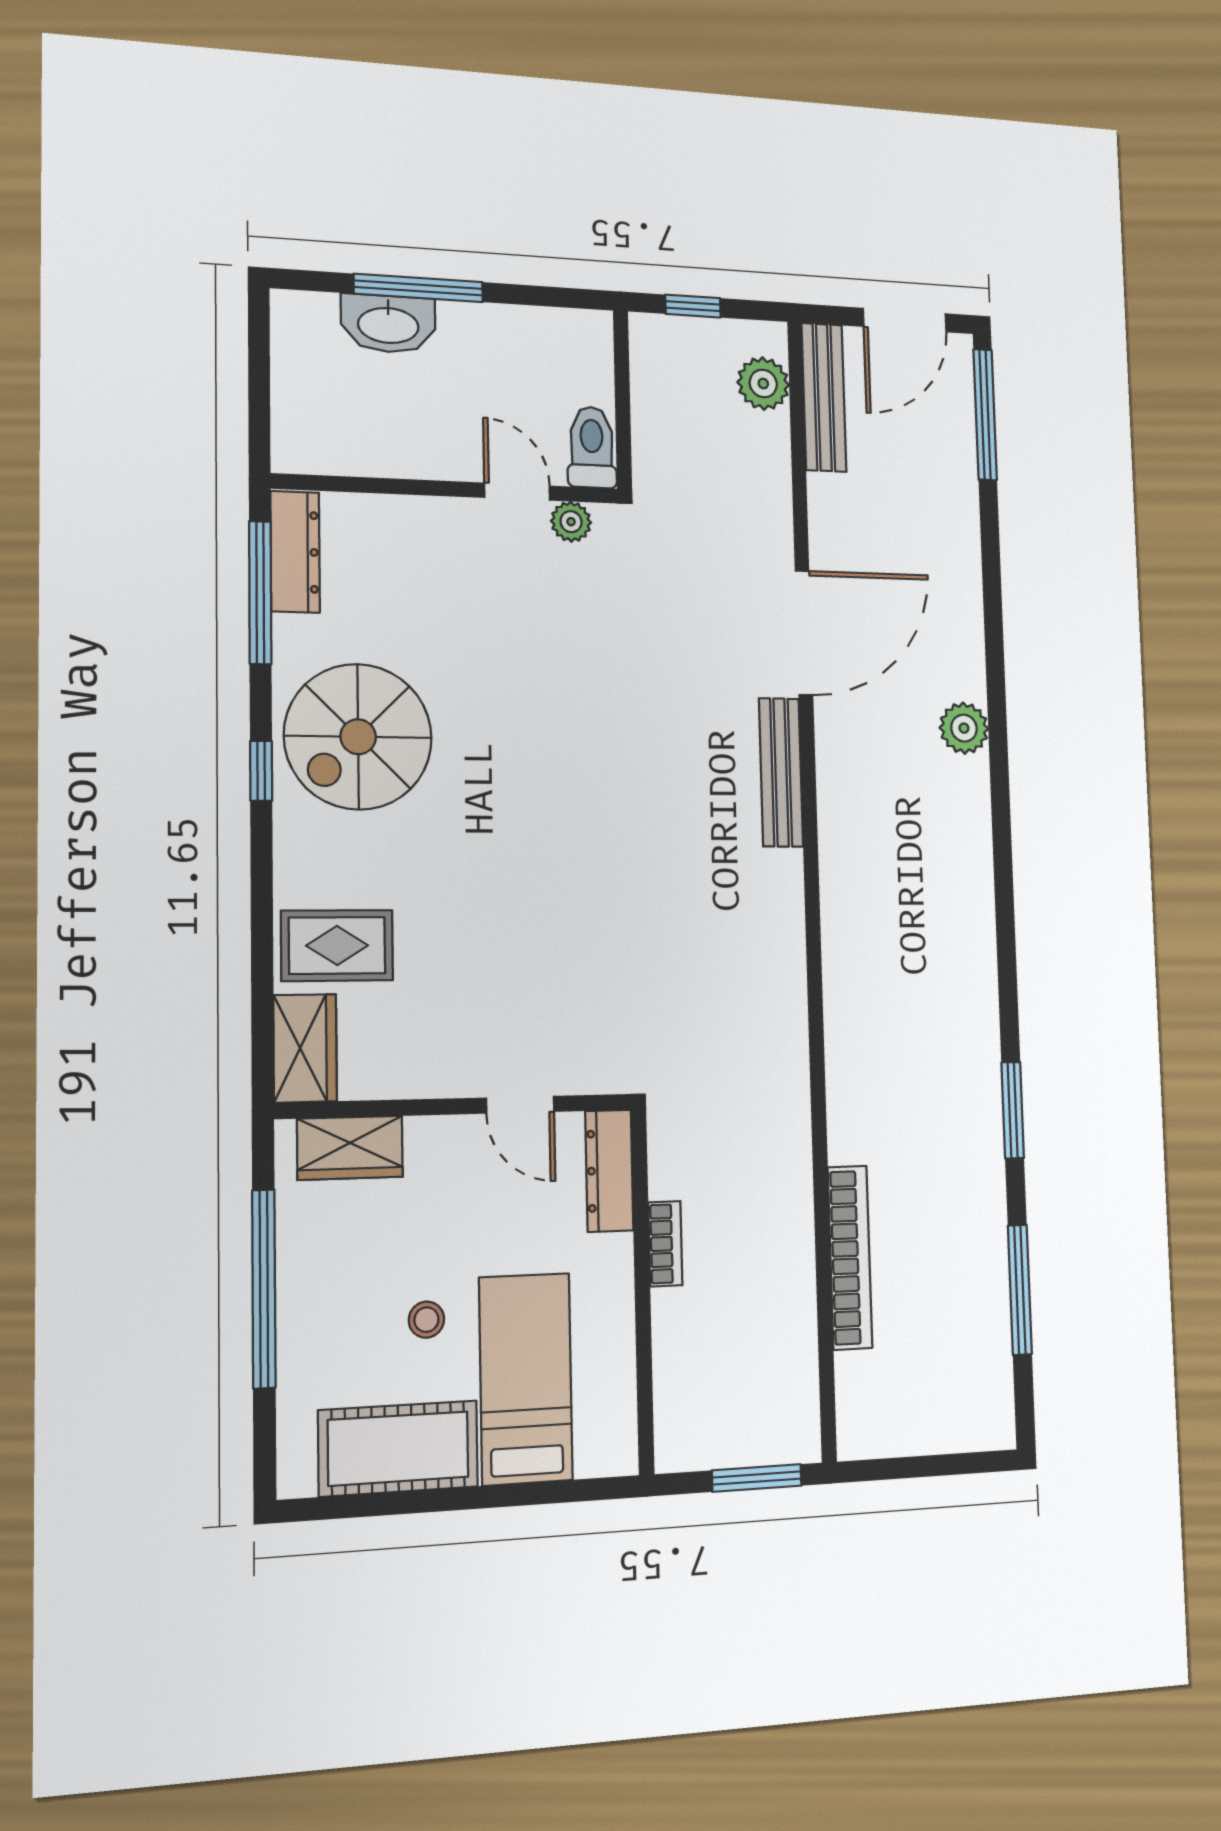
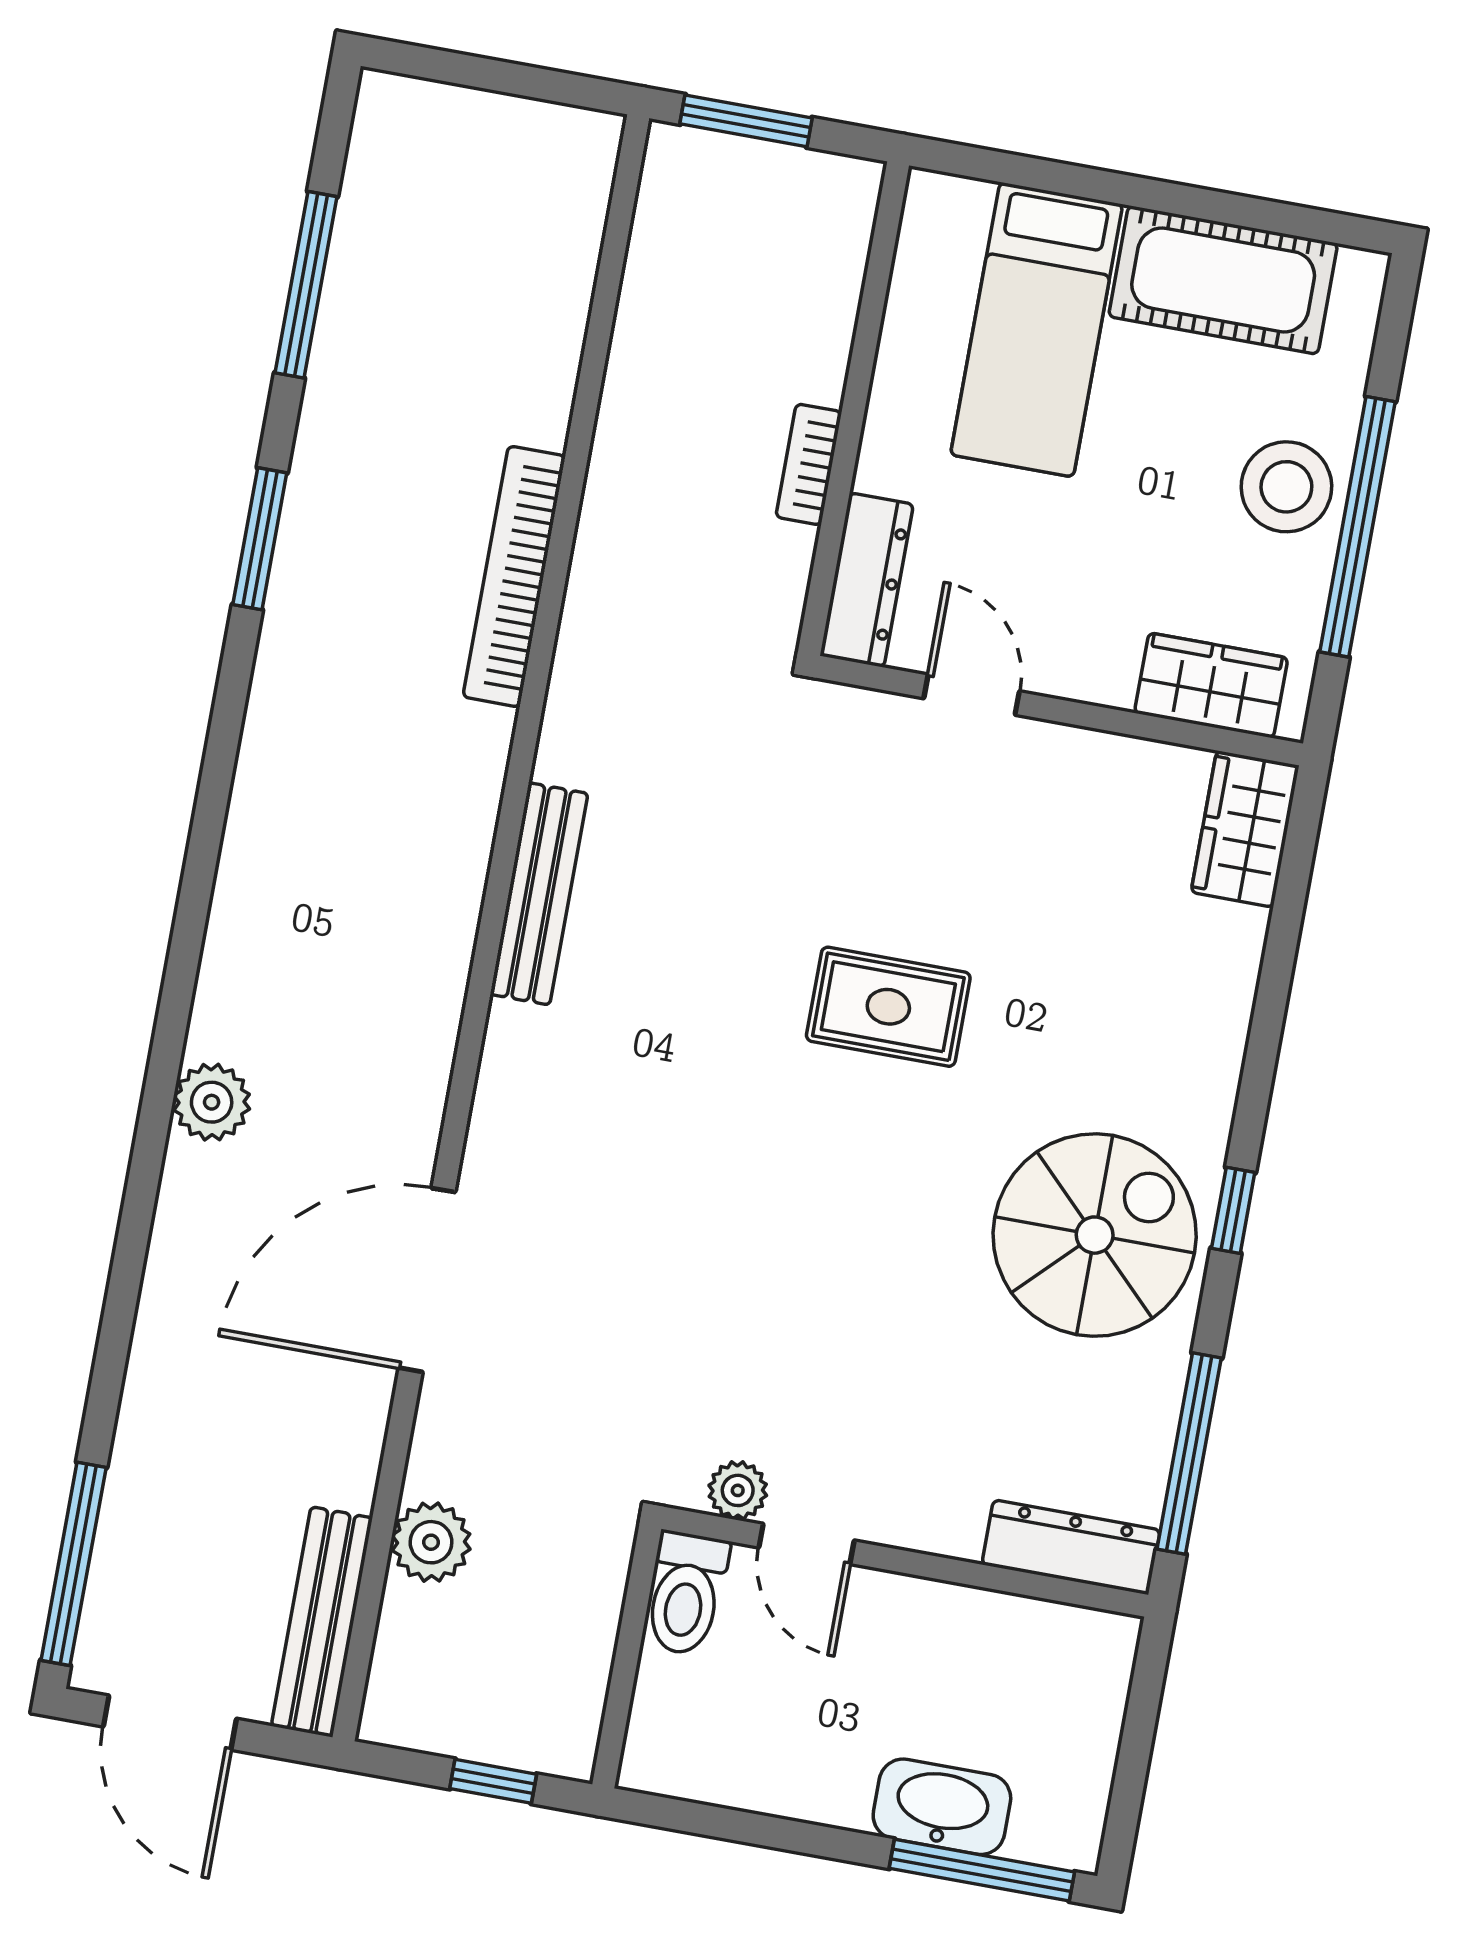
window: (419, 288) -> (982, 1870), moved
door: (905, 320) -> (170, 1723), swing flipped
plant: (763, 384) -> (431, 1542), moved
dresser: (295, 552) -> (1071, 1547), moved, turned 90
bench: (781, 772) -> (539, 894), moved
rug: (337, 946) -> (888, 1007), moved
bookcase: (850, 1257) -> (514, 576), moved
stool: (426, 1320) -> (1286, 487), moved, width x1.89, depth x1.89

